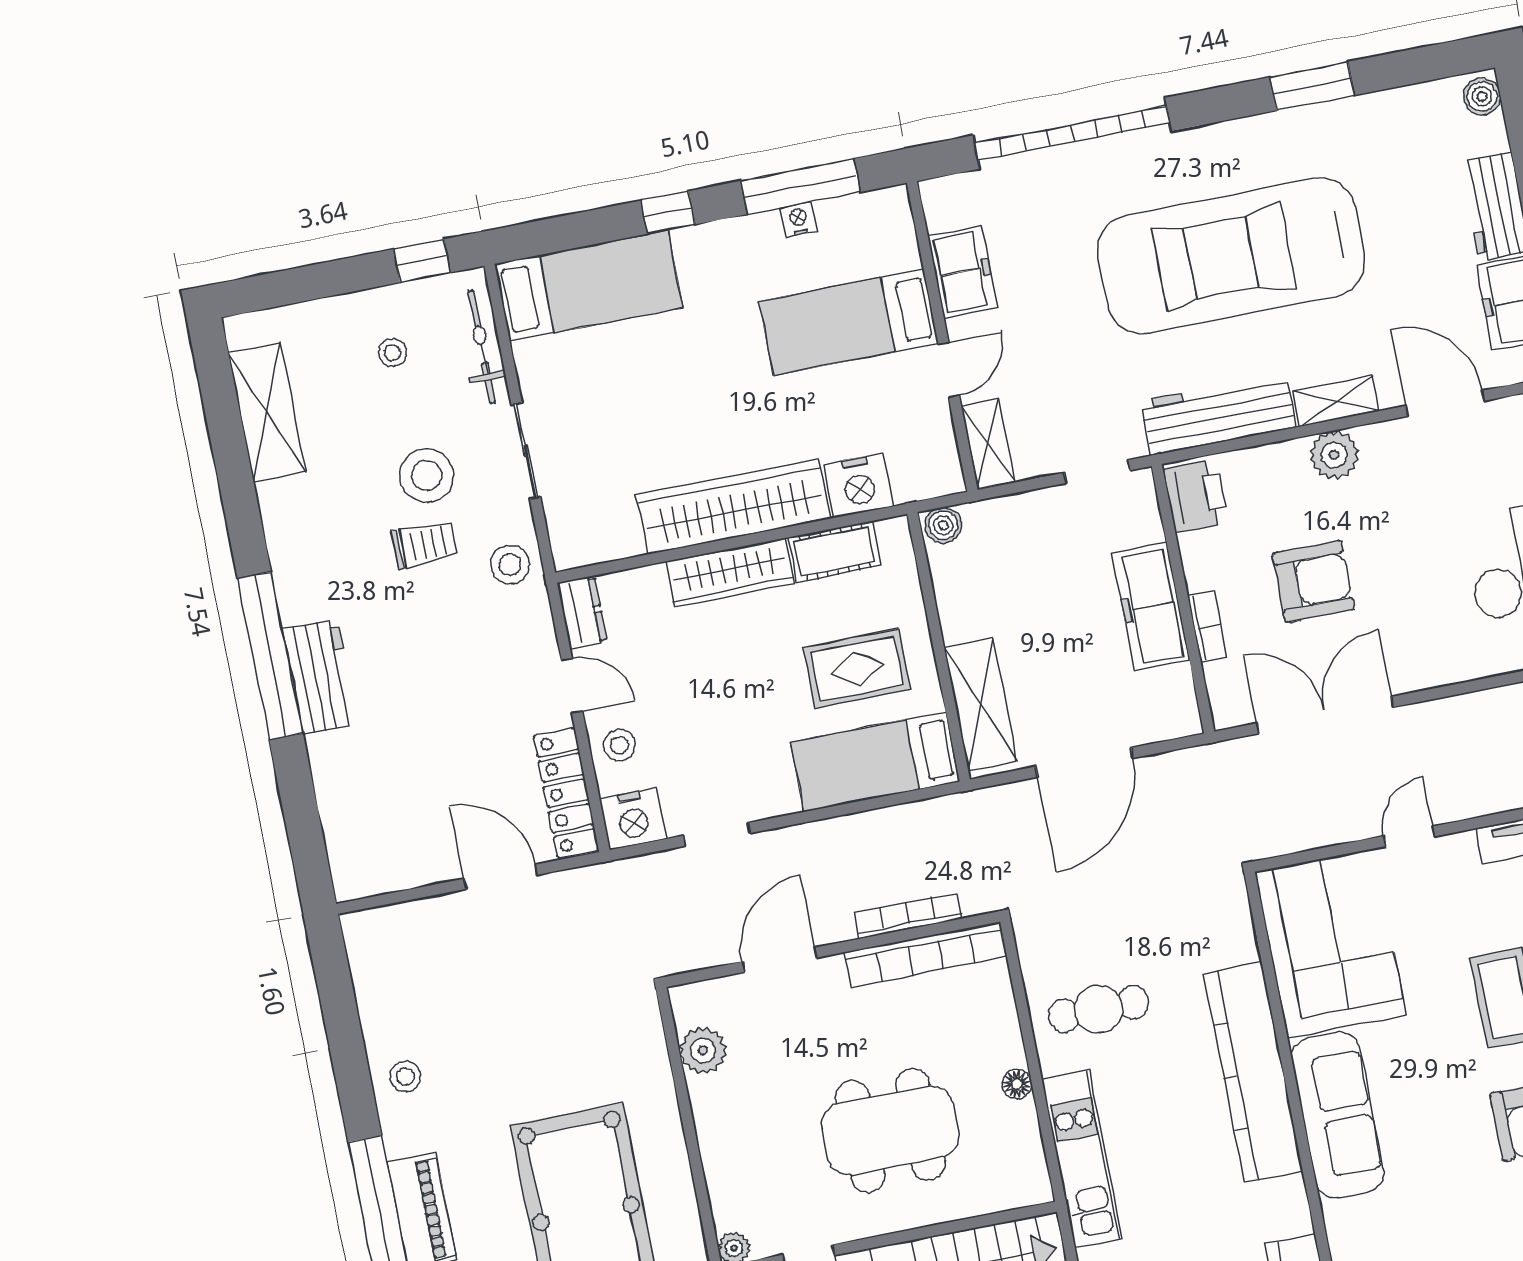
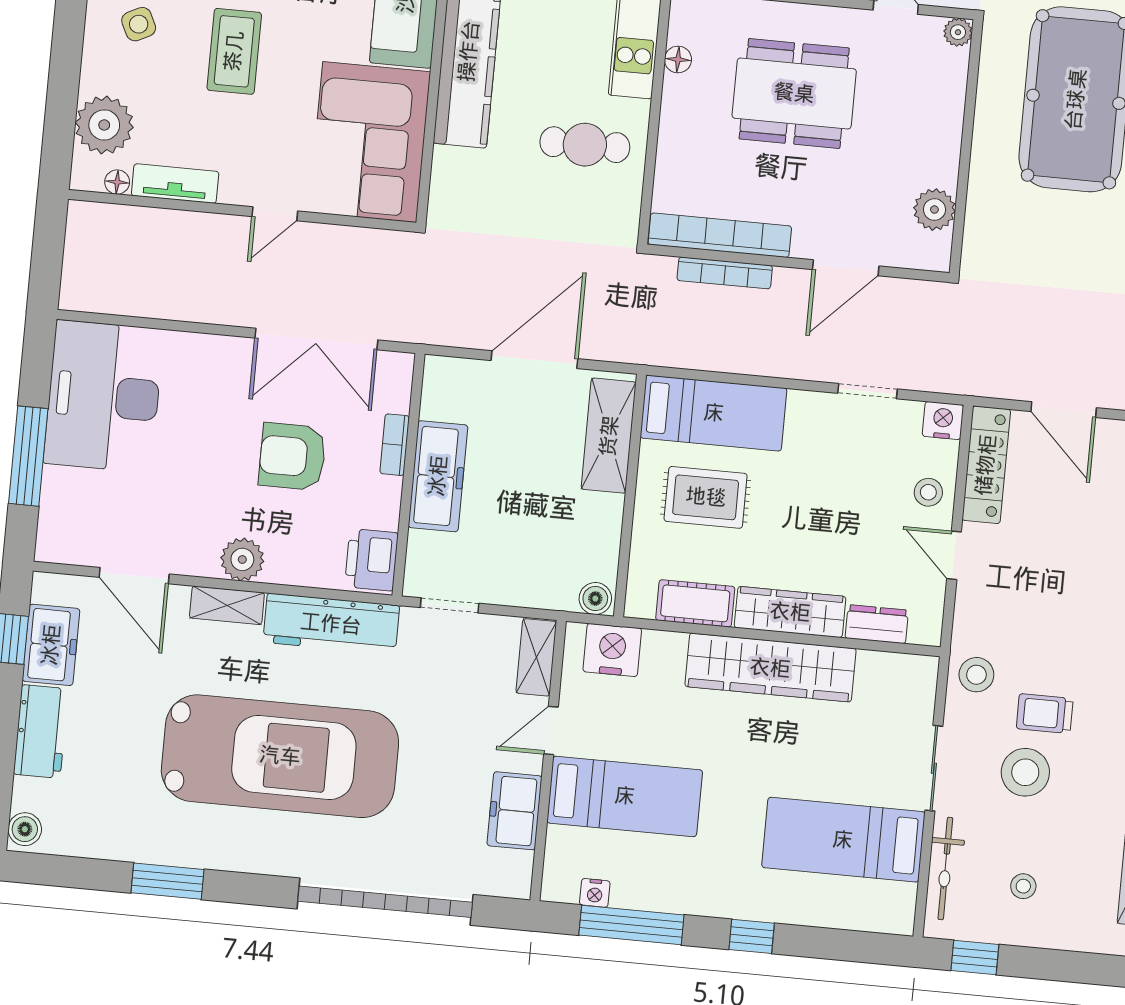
nightstand: (798, 219) -> (595, 893), moved
bed: (589, 286) -> (843, 840), moved
nightstand: (859, 485) -> (612, 650), moved
dresser: (582, 612) -> (877, 624), moved, turned 90
nightstand: (633, 819) -> (943, 421), width x0.74, depth x0.75
floor lamp: (1017, 1084) -> (678, 59), moved

